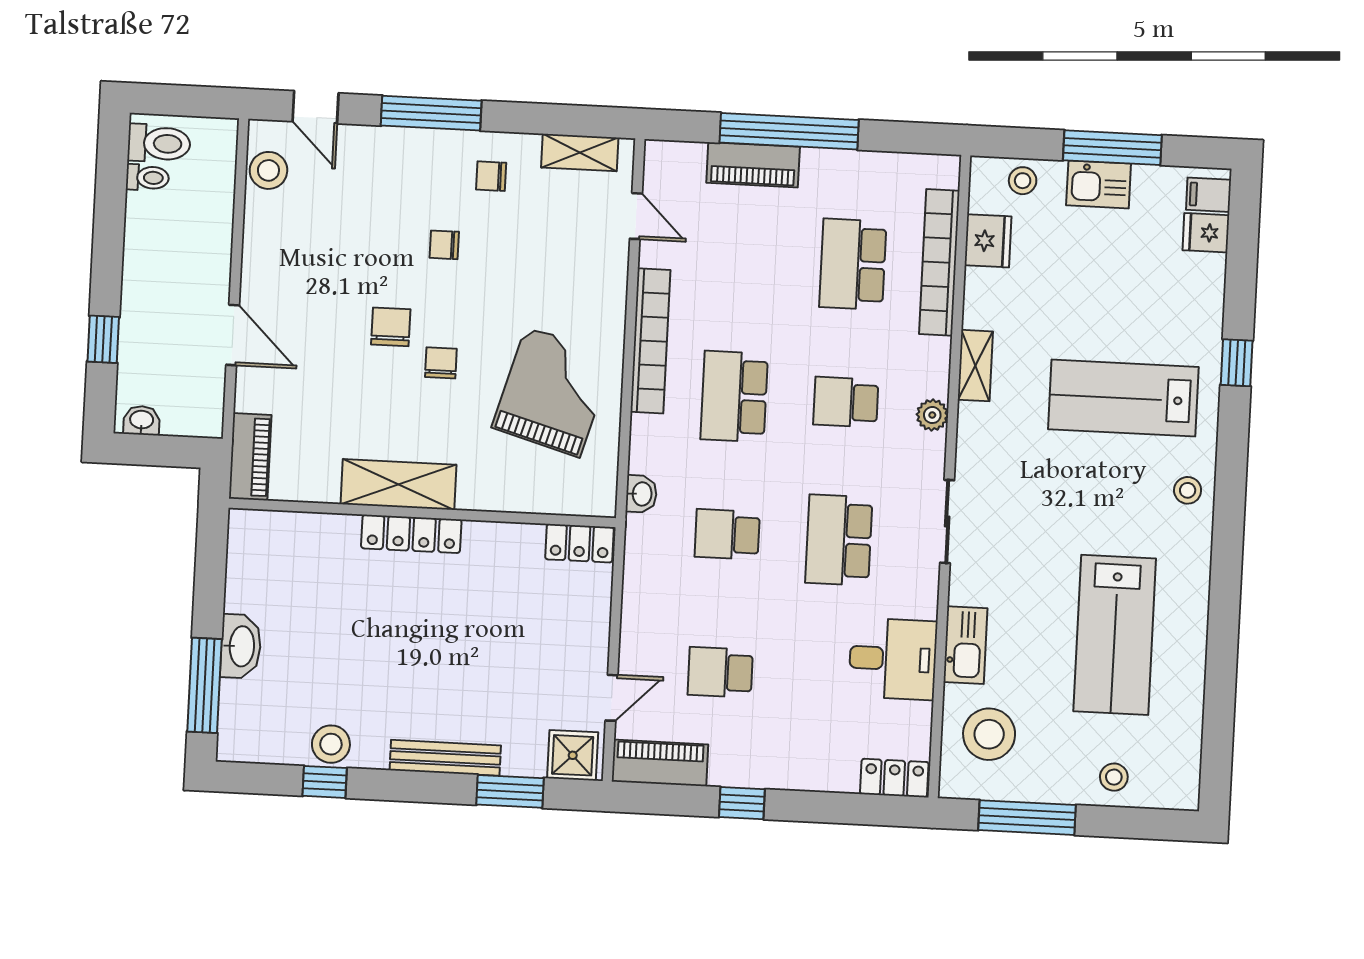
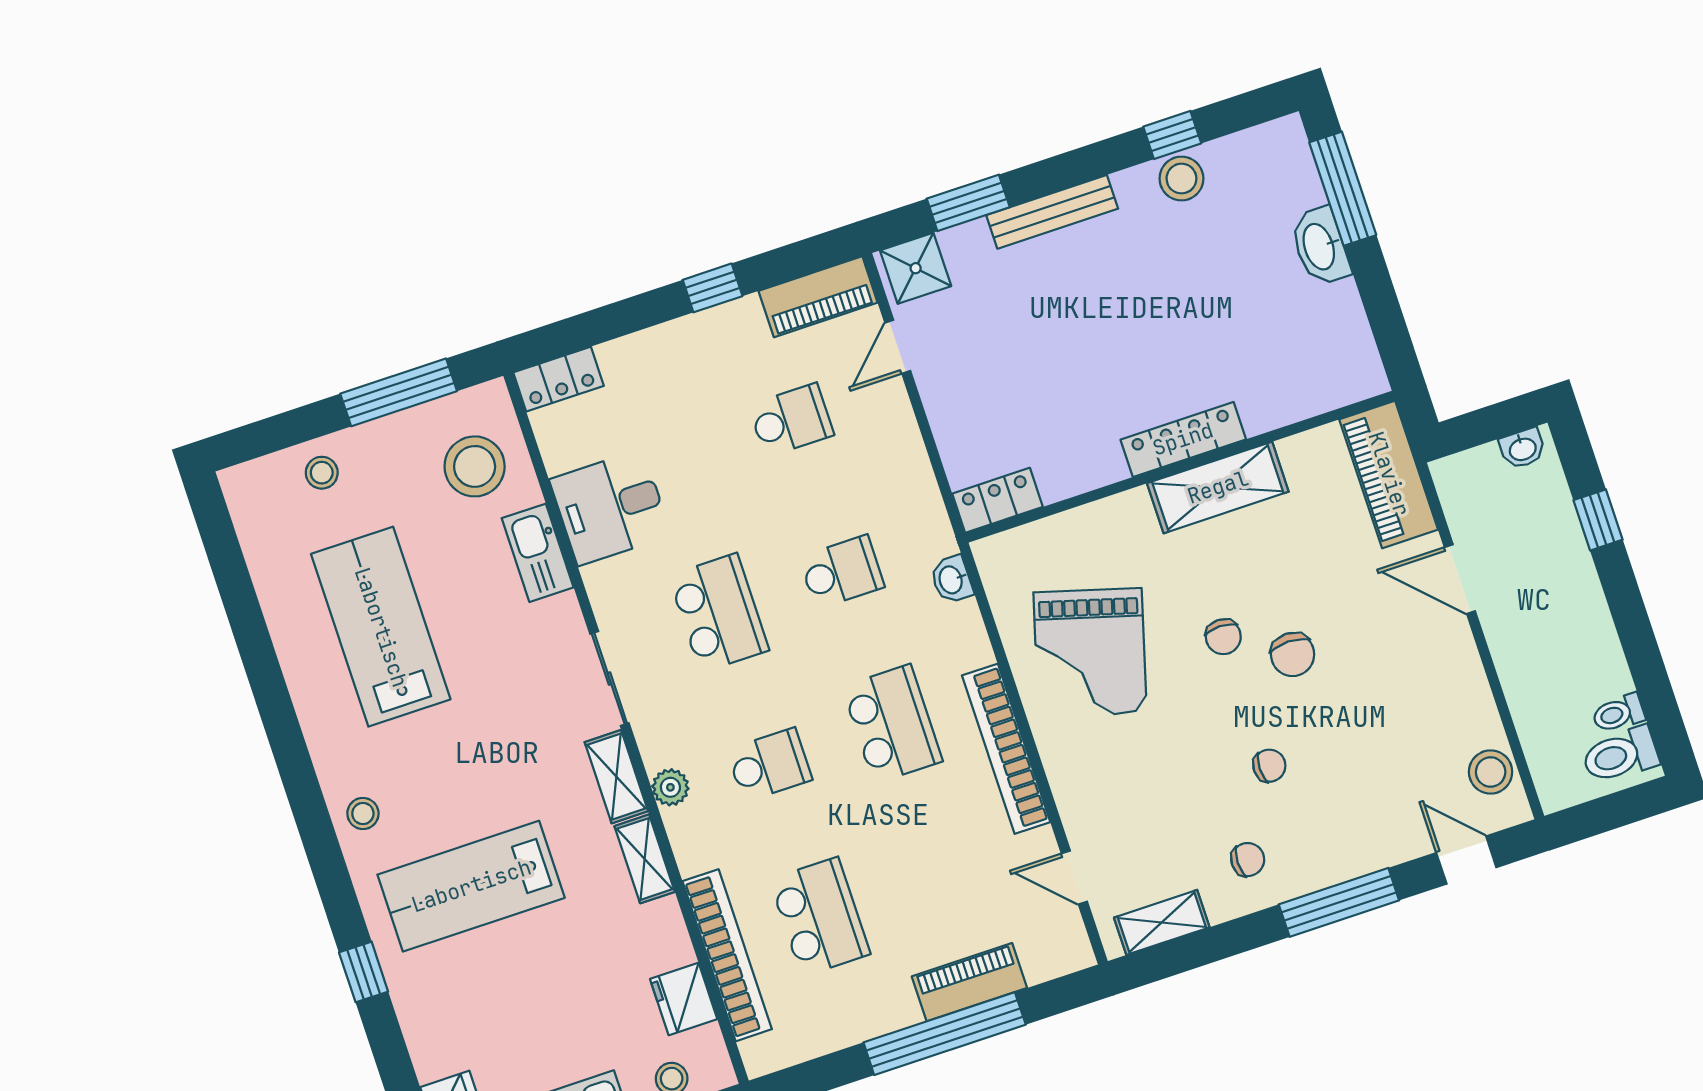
lab bench: (1123, 398) -> (471, 886), turned 180
shelving: (972, 441) -> (616, 777), added
piano: (250, 457) -> (1389, 474), width x1.37, depth x1.33

